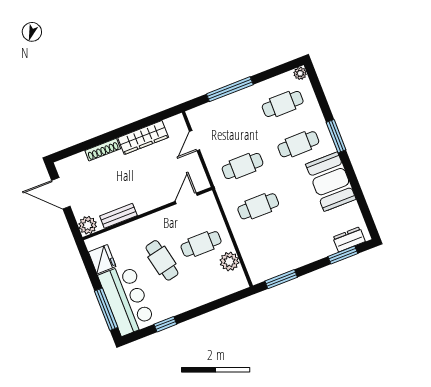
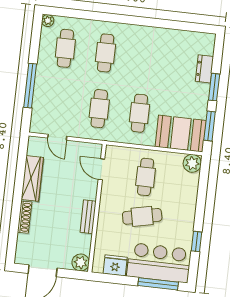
window: (336, 136) -> (115, 18), removed
booth: (331, 182) -> (181, 134), moved
bench: (118, 216) -> (88, 217), moved
dresser: (349, 239) -> (204, 69), moved
window: (343, 255) -> (214, 87), moved
plant: (229, 261) -> (192, 163), moved

